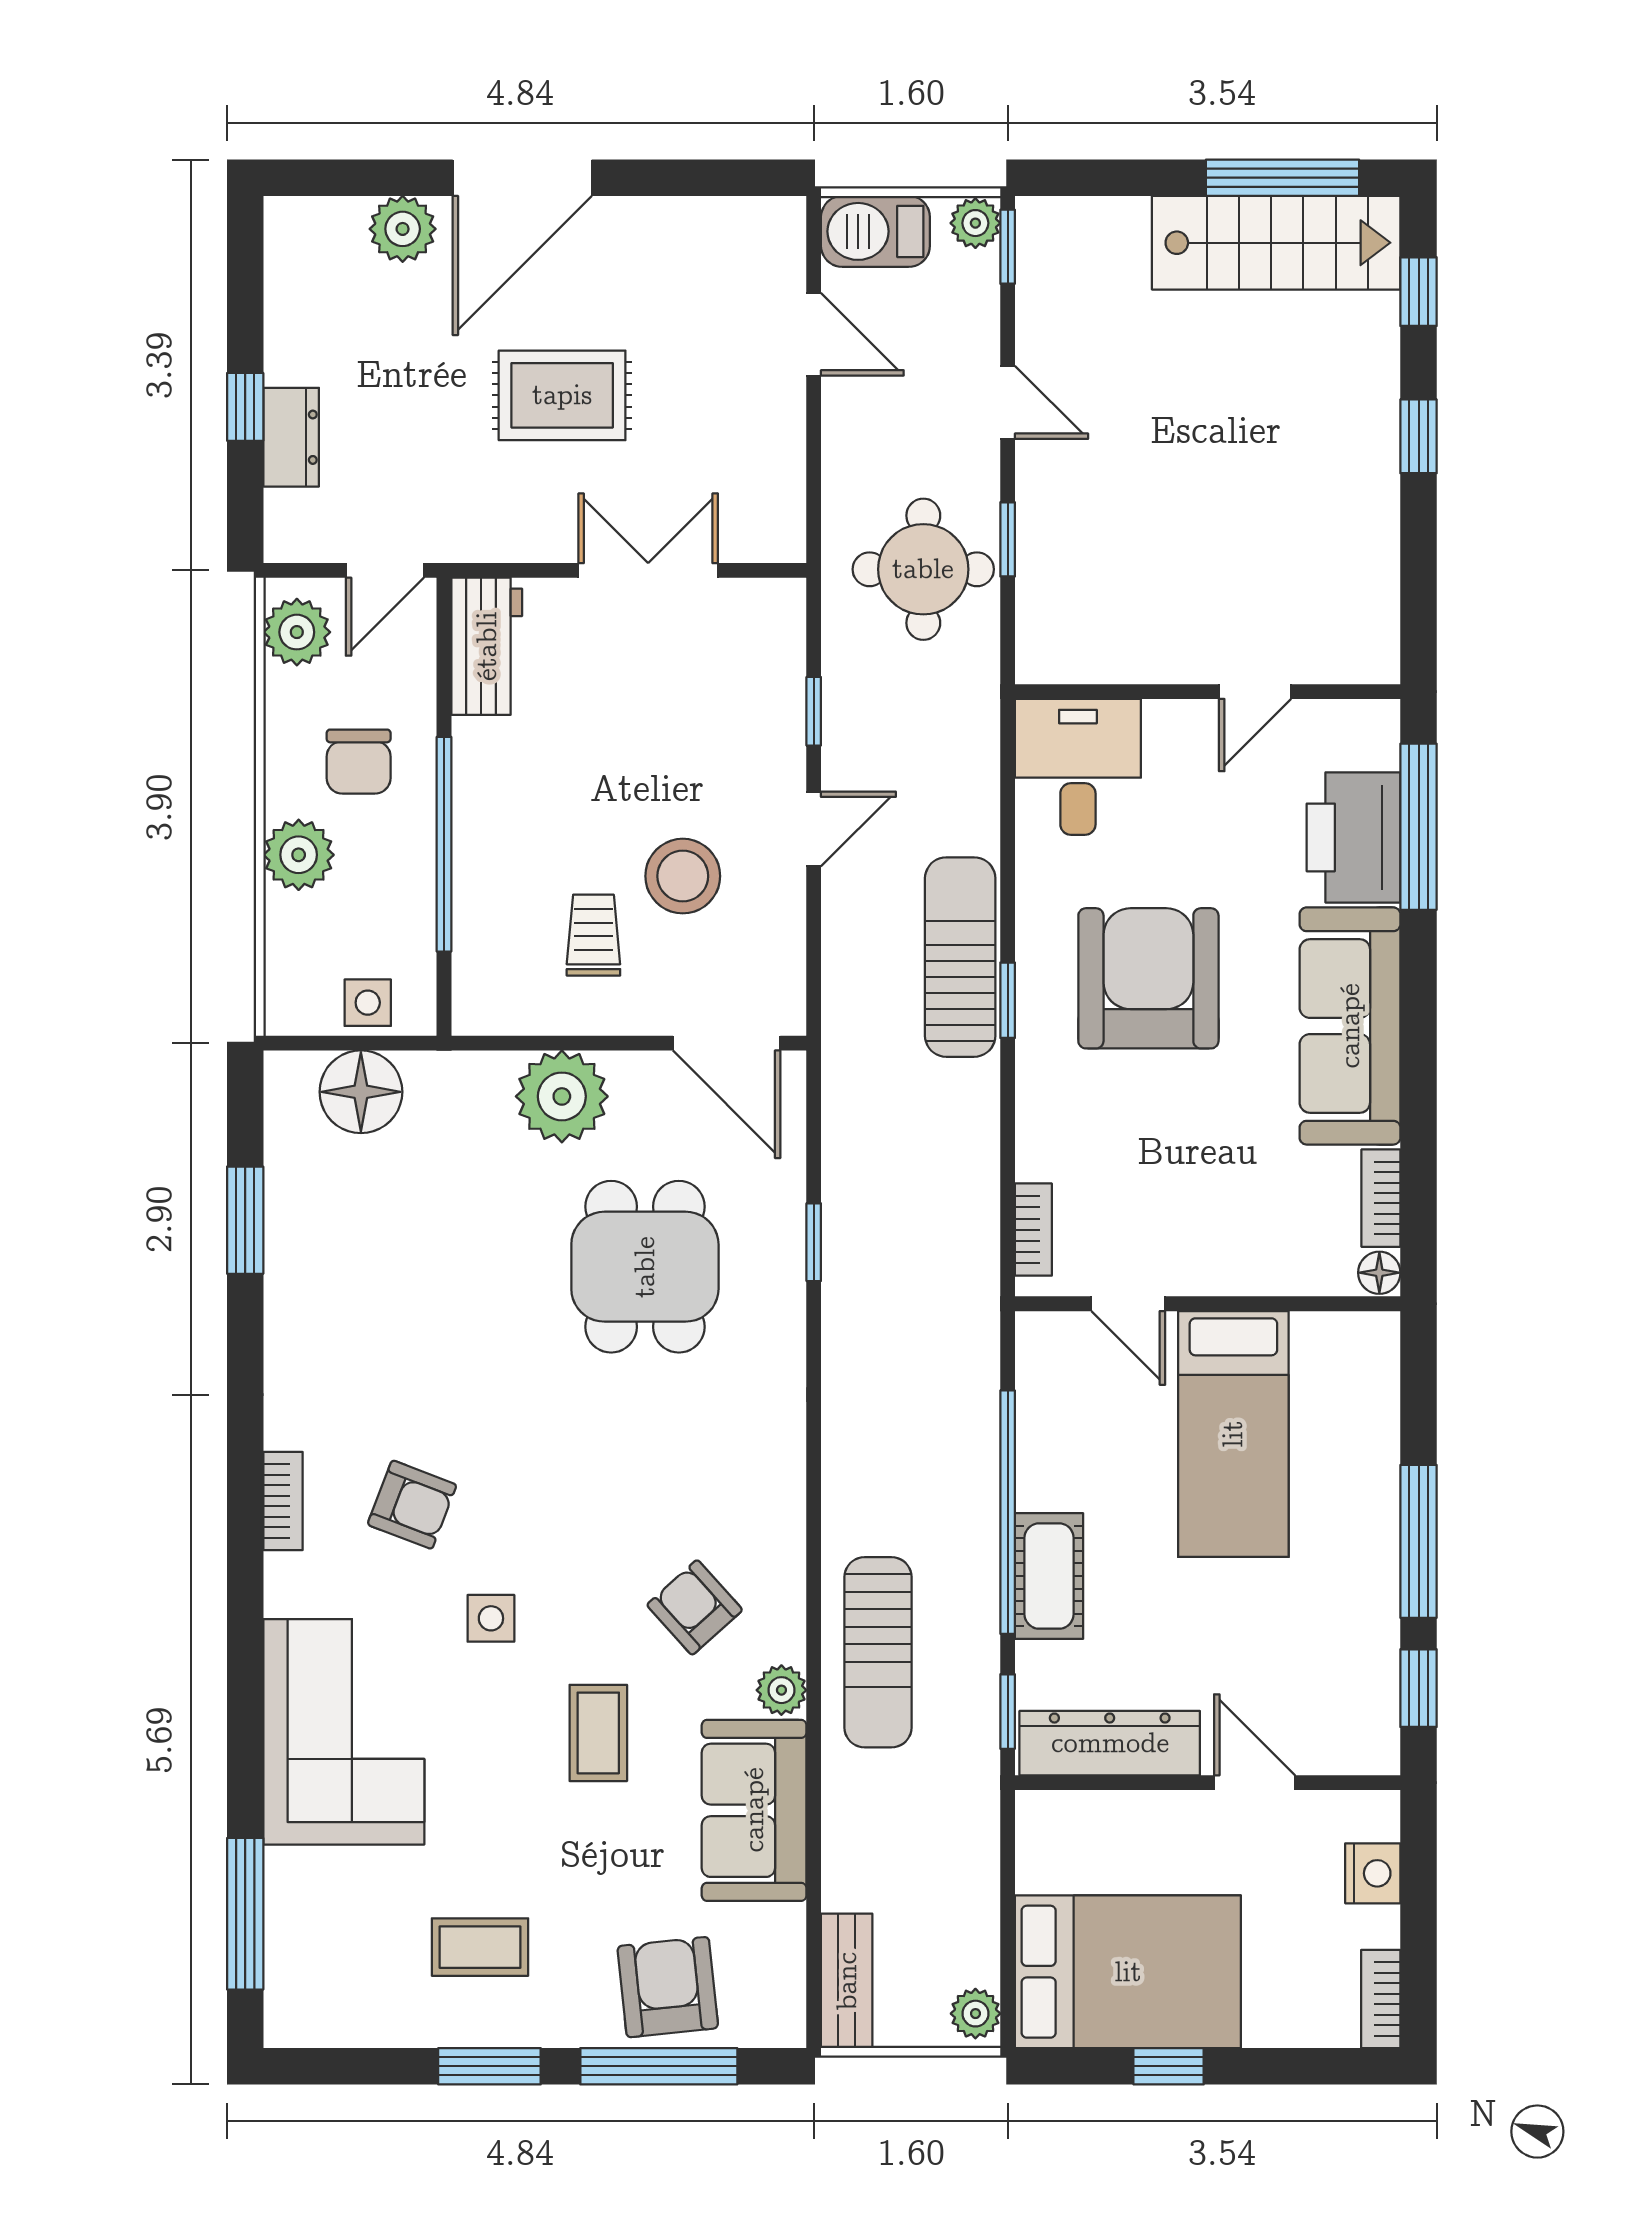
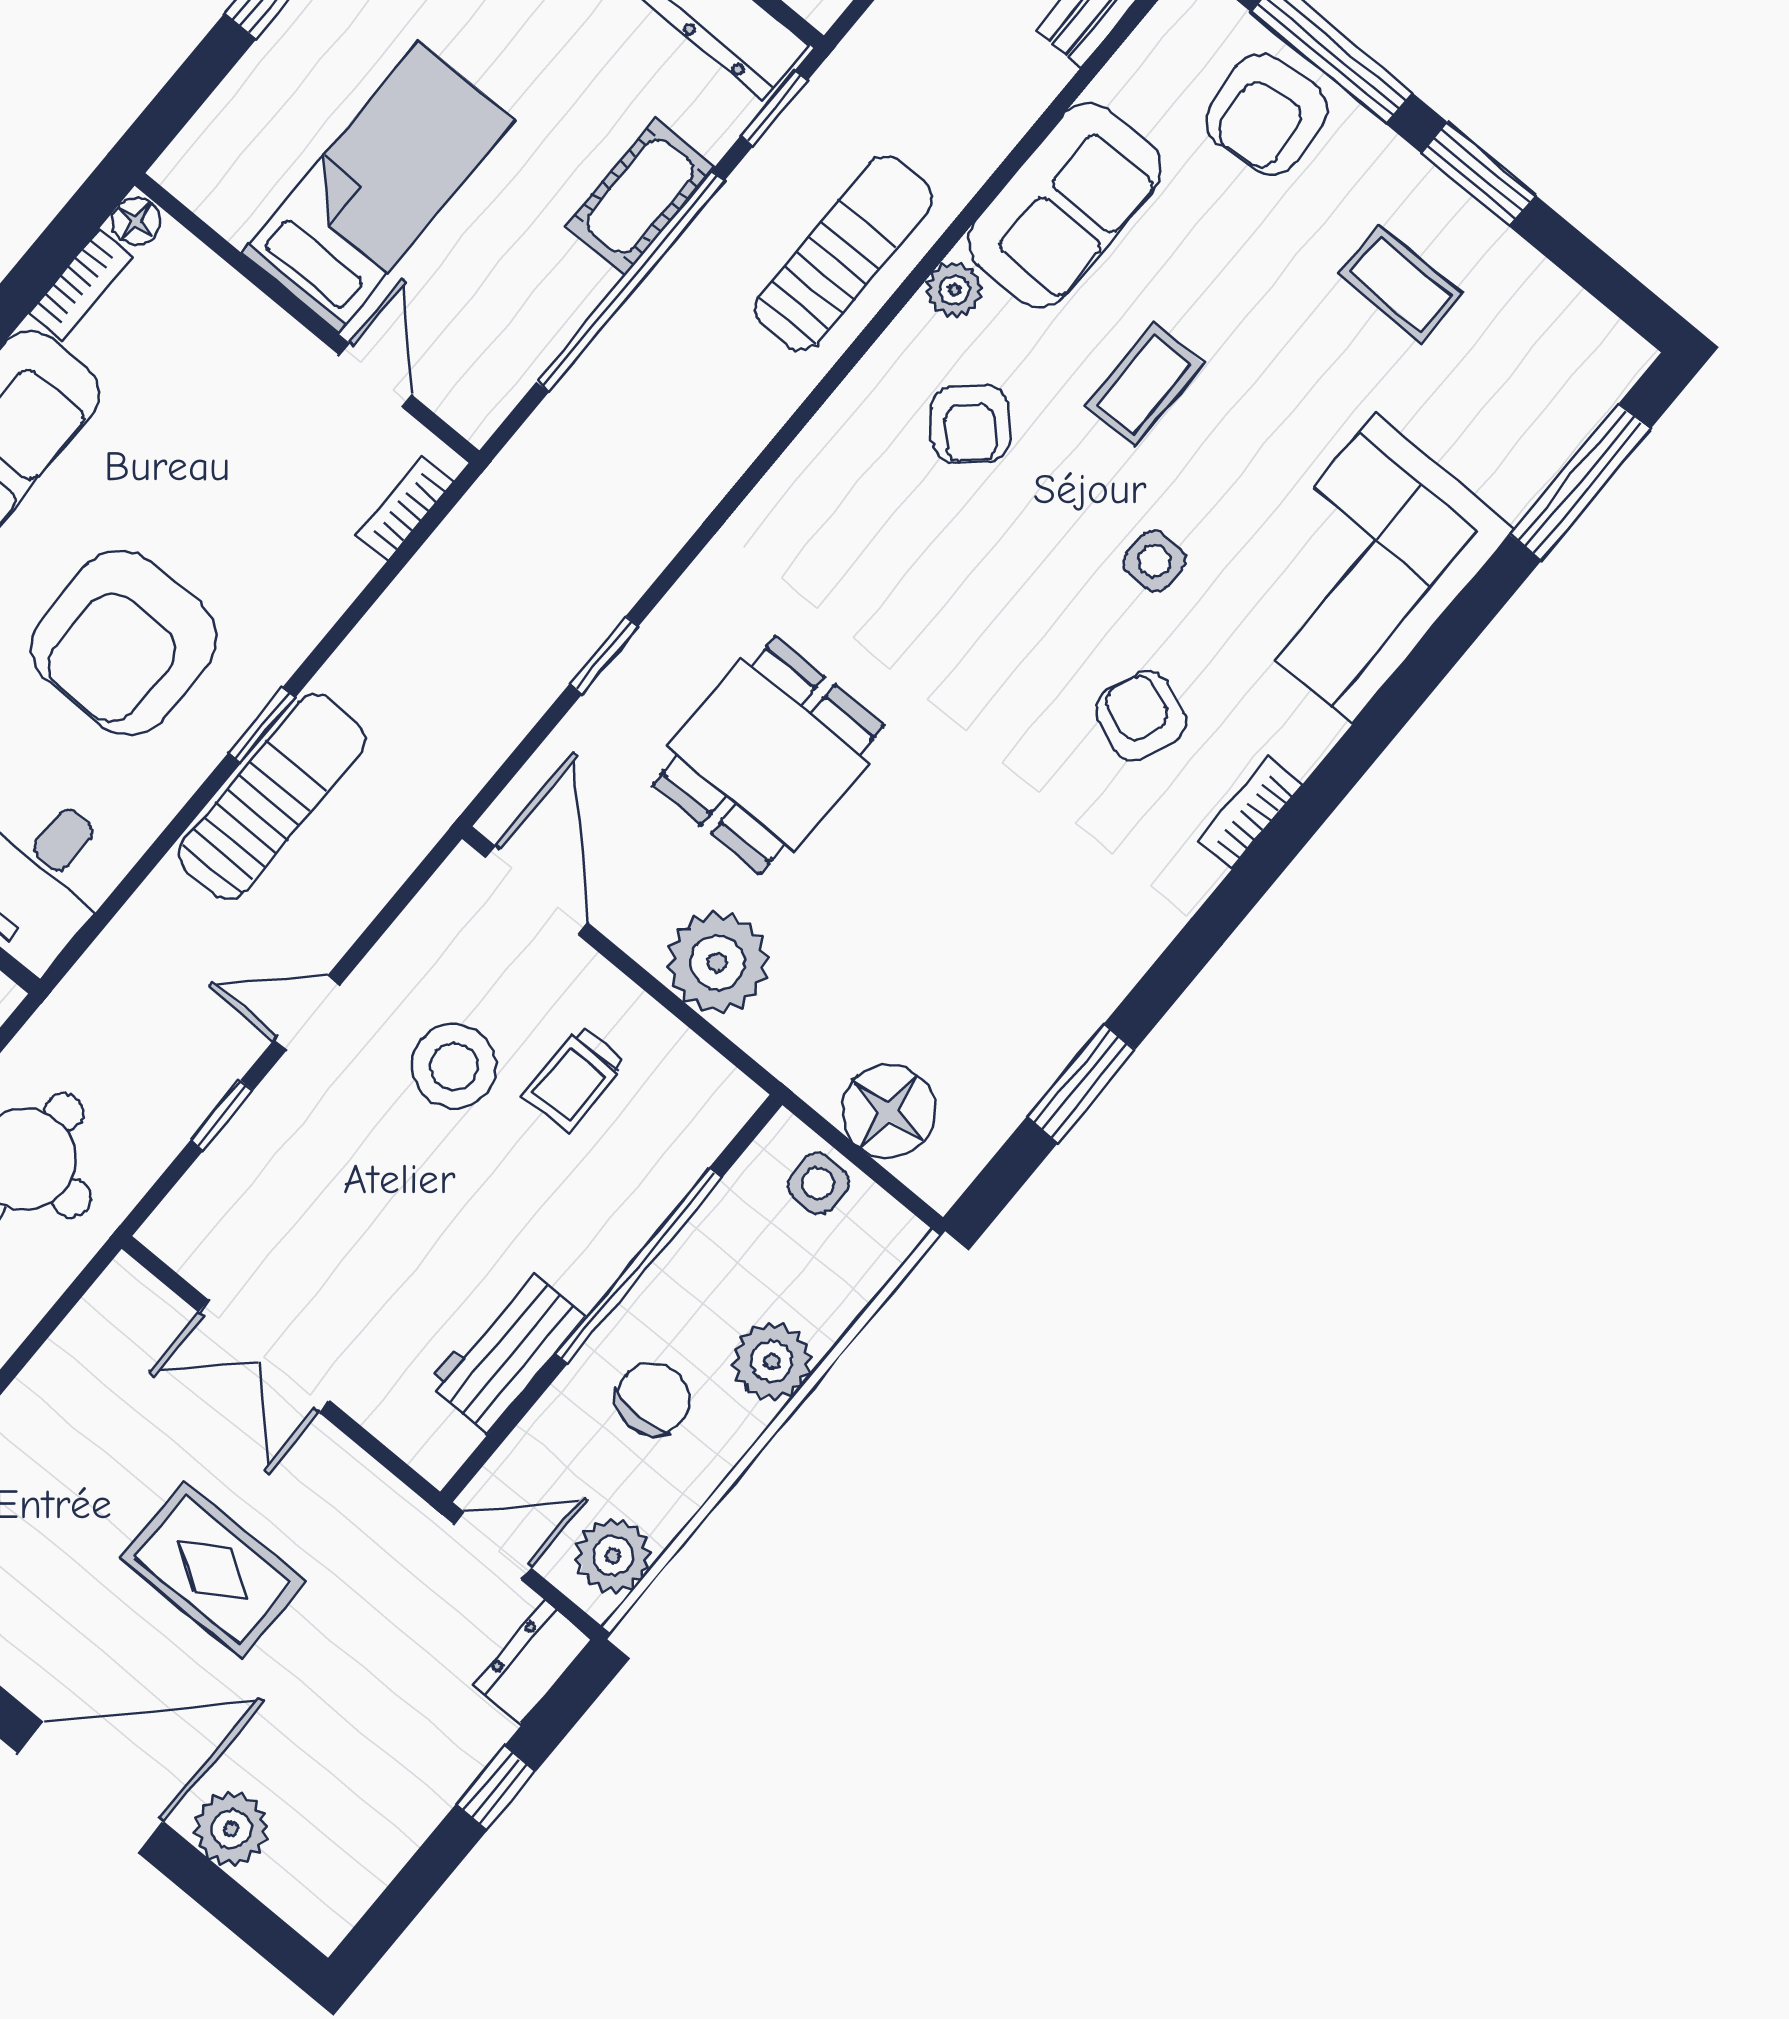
dresser: (291, 437) -> (533, 1662), moved
workbench: (487, 646) -> (506, 1350), moved
sun lounger: (960, 957) -> (272, 797), turned 180

